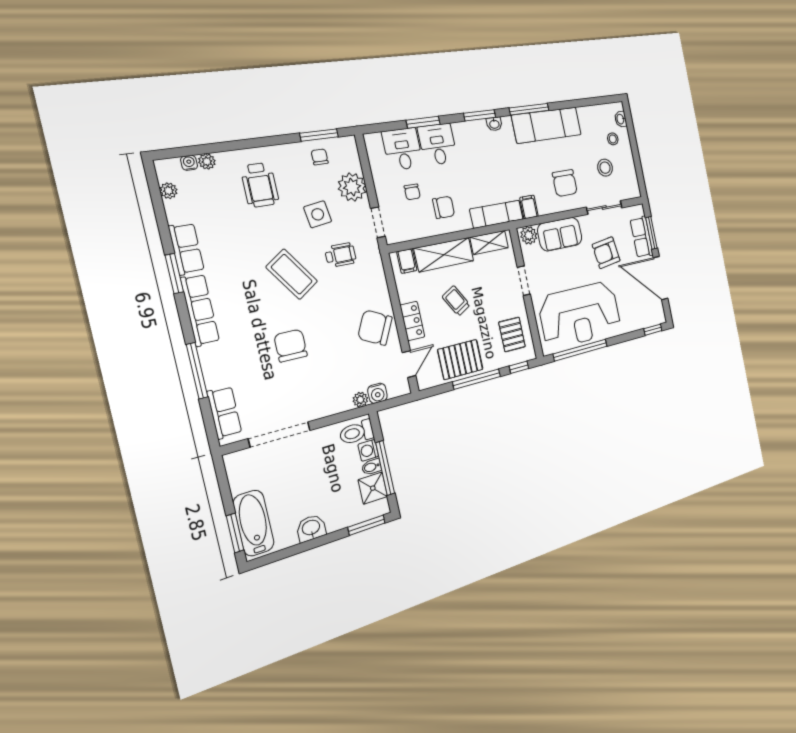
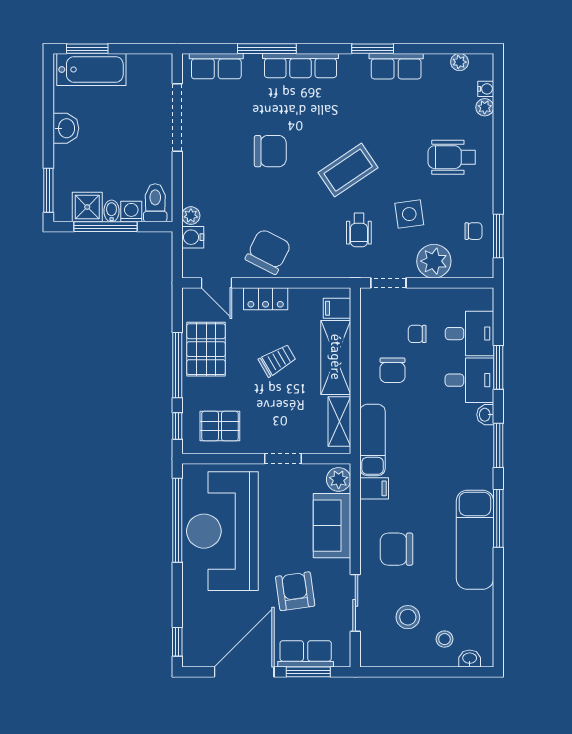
washbasin: (494, 124) -> (485, 415), moved
row of seats: (200, 310) -> (300, 66), moved

